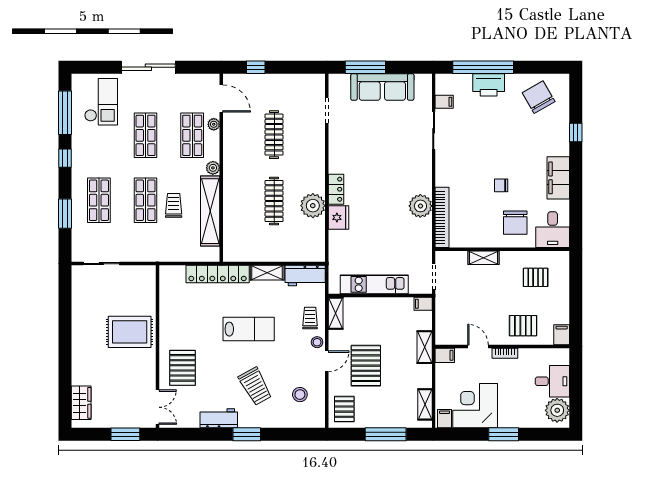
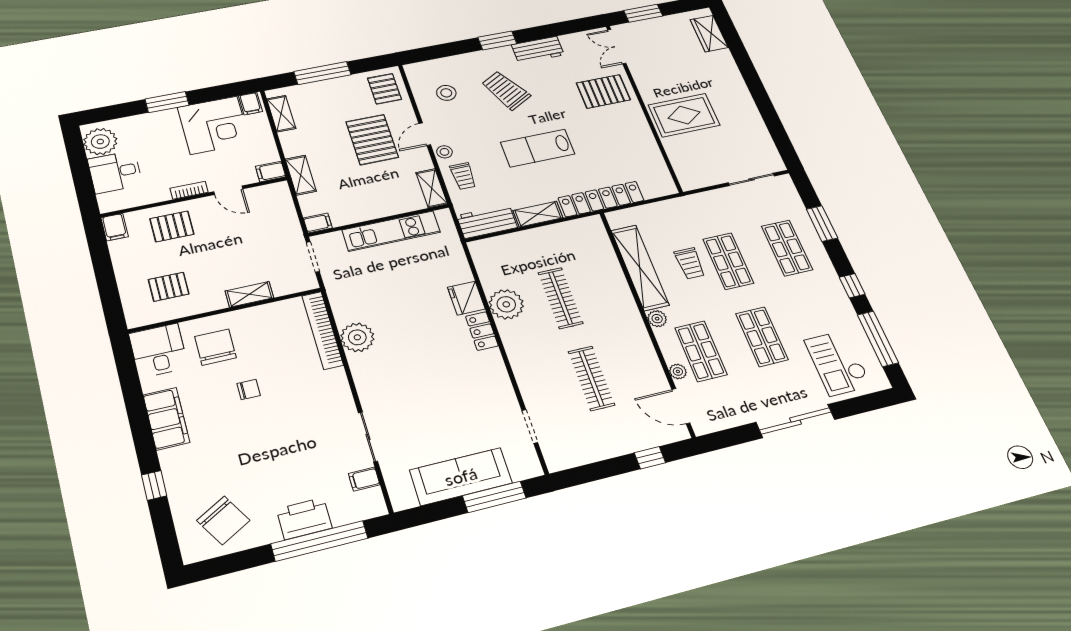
pallet: (183, 368) -> (603, 91), turned 90

